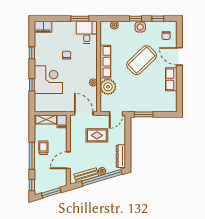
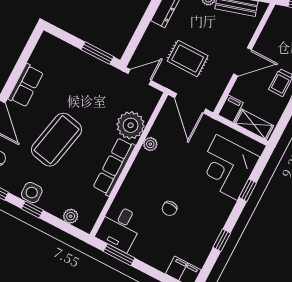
coffee table: (142, 60) -> (57, 140), turned -34
corner desk: (48, 80) -> (227, 167), moved
door: (68, 160) -> (242, 62), moved

